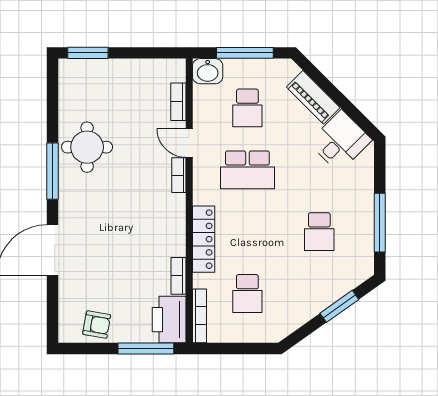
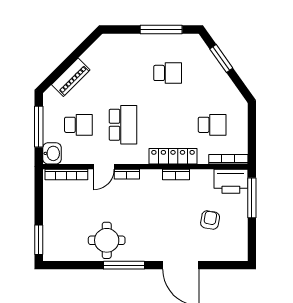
bookcase: (178, 102) -> (66, 175), width x1.56
desk: (340, 141) -> (102, 58), removed
bookcase: (178, 276) -> (176, 174), moved
armchair: (97, 325) -> (210, 220), moved

